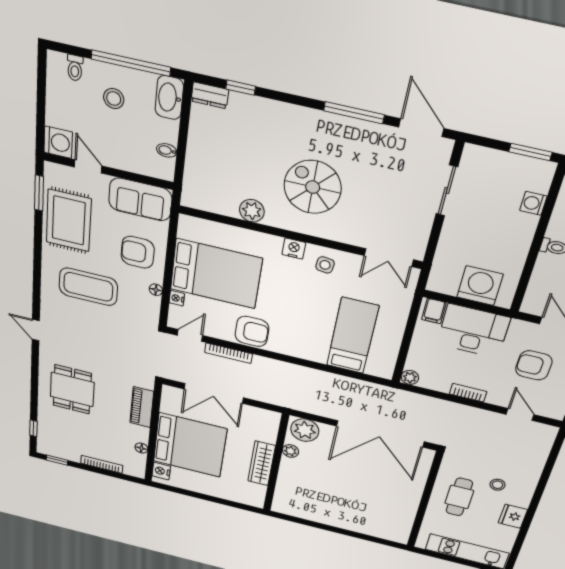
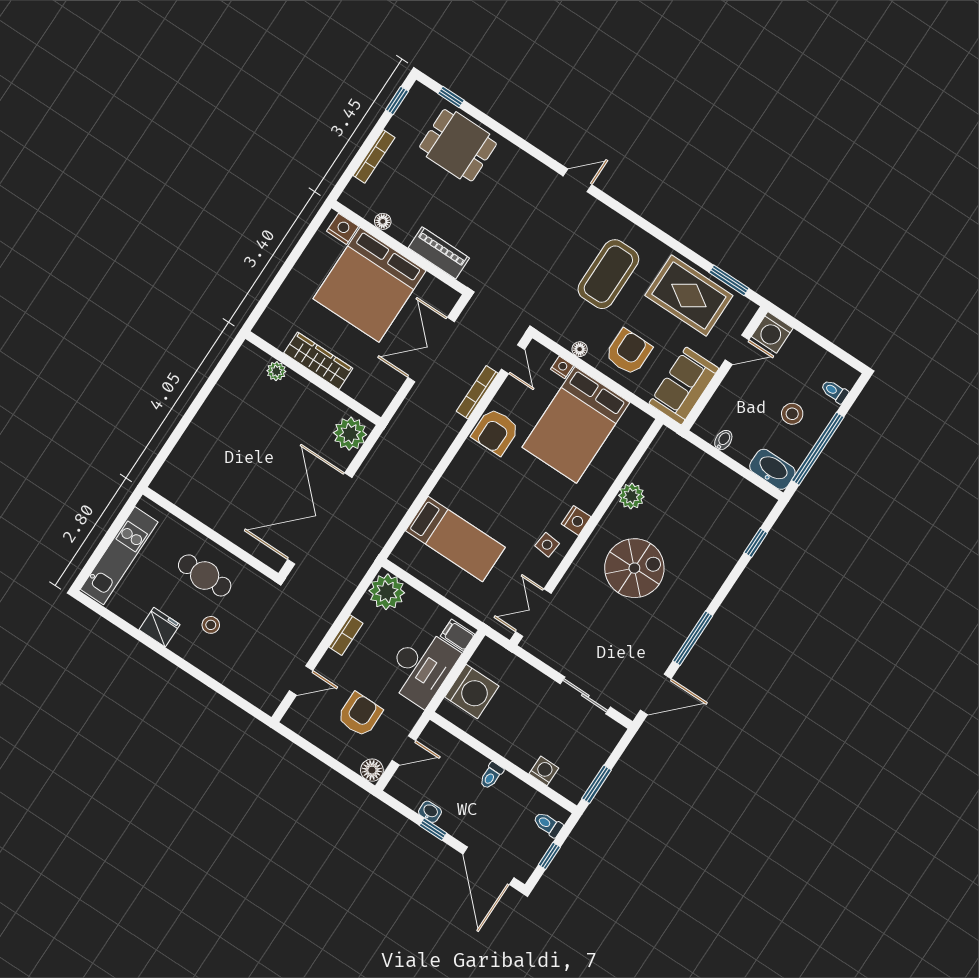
dresser: (210, 95) -> (760, 510), removed
plant: (410, 377) -> (387, 592), width x1.87, depth x1.87
dining table: (72, 389) -> (458, 145), moved
plant: (290, 451) -> (276, 371), moved

